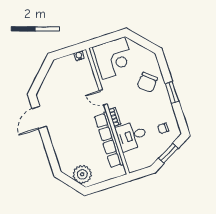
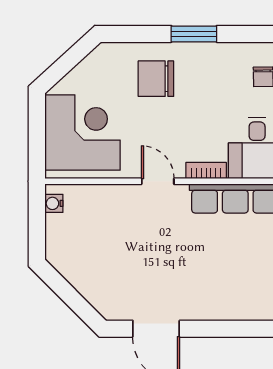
chair: (147, 82) -> (156, 79), turned 139
door: (103, 97) -> (158, 181), swing flipped

